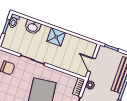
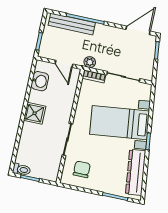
washbasin: (33, 27) -> (40, 81), moved
door: (91, 65) -> (64, 64), hinge flipped

